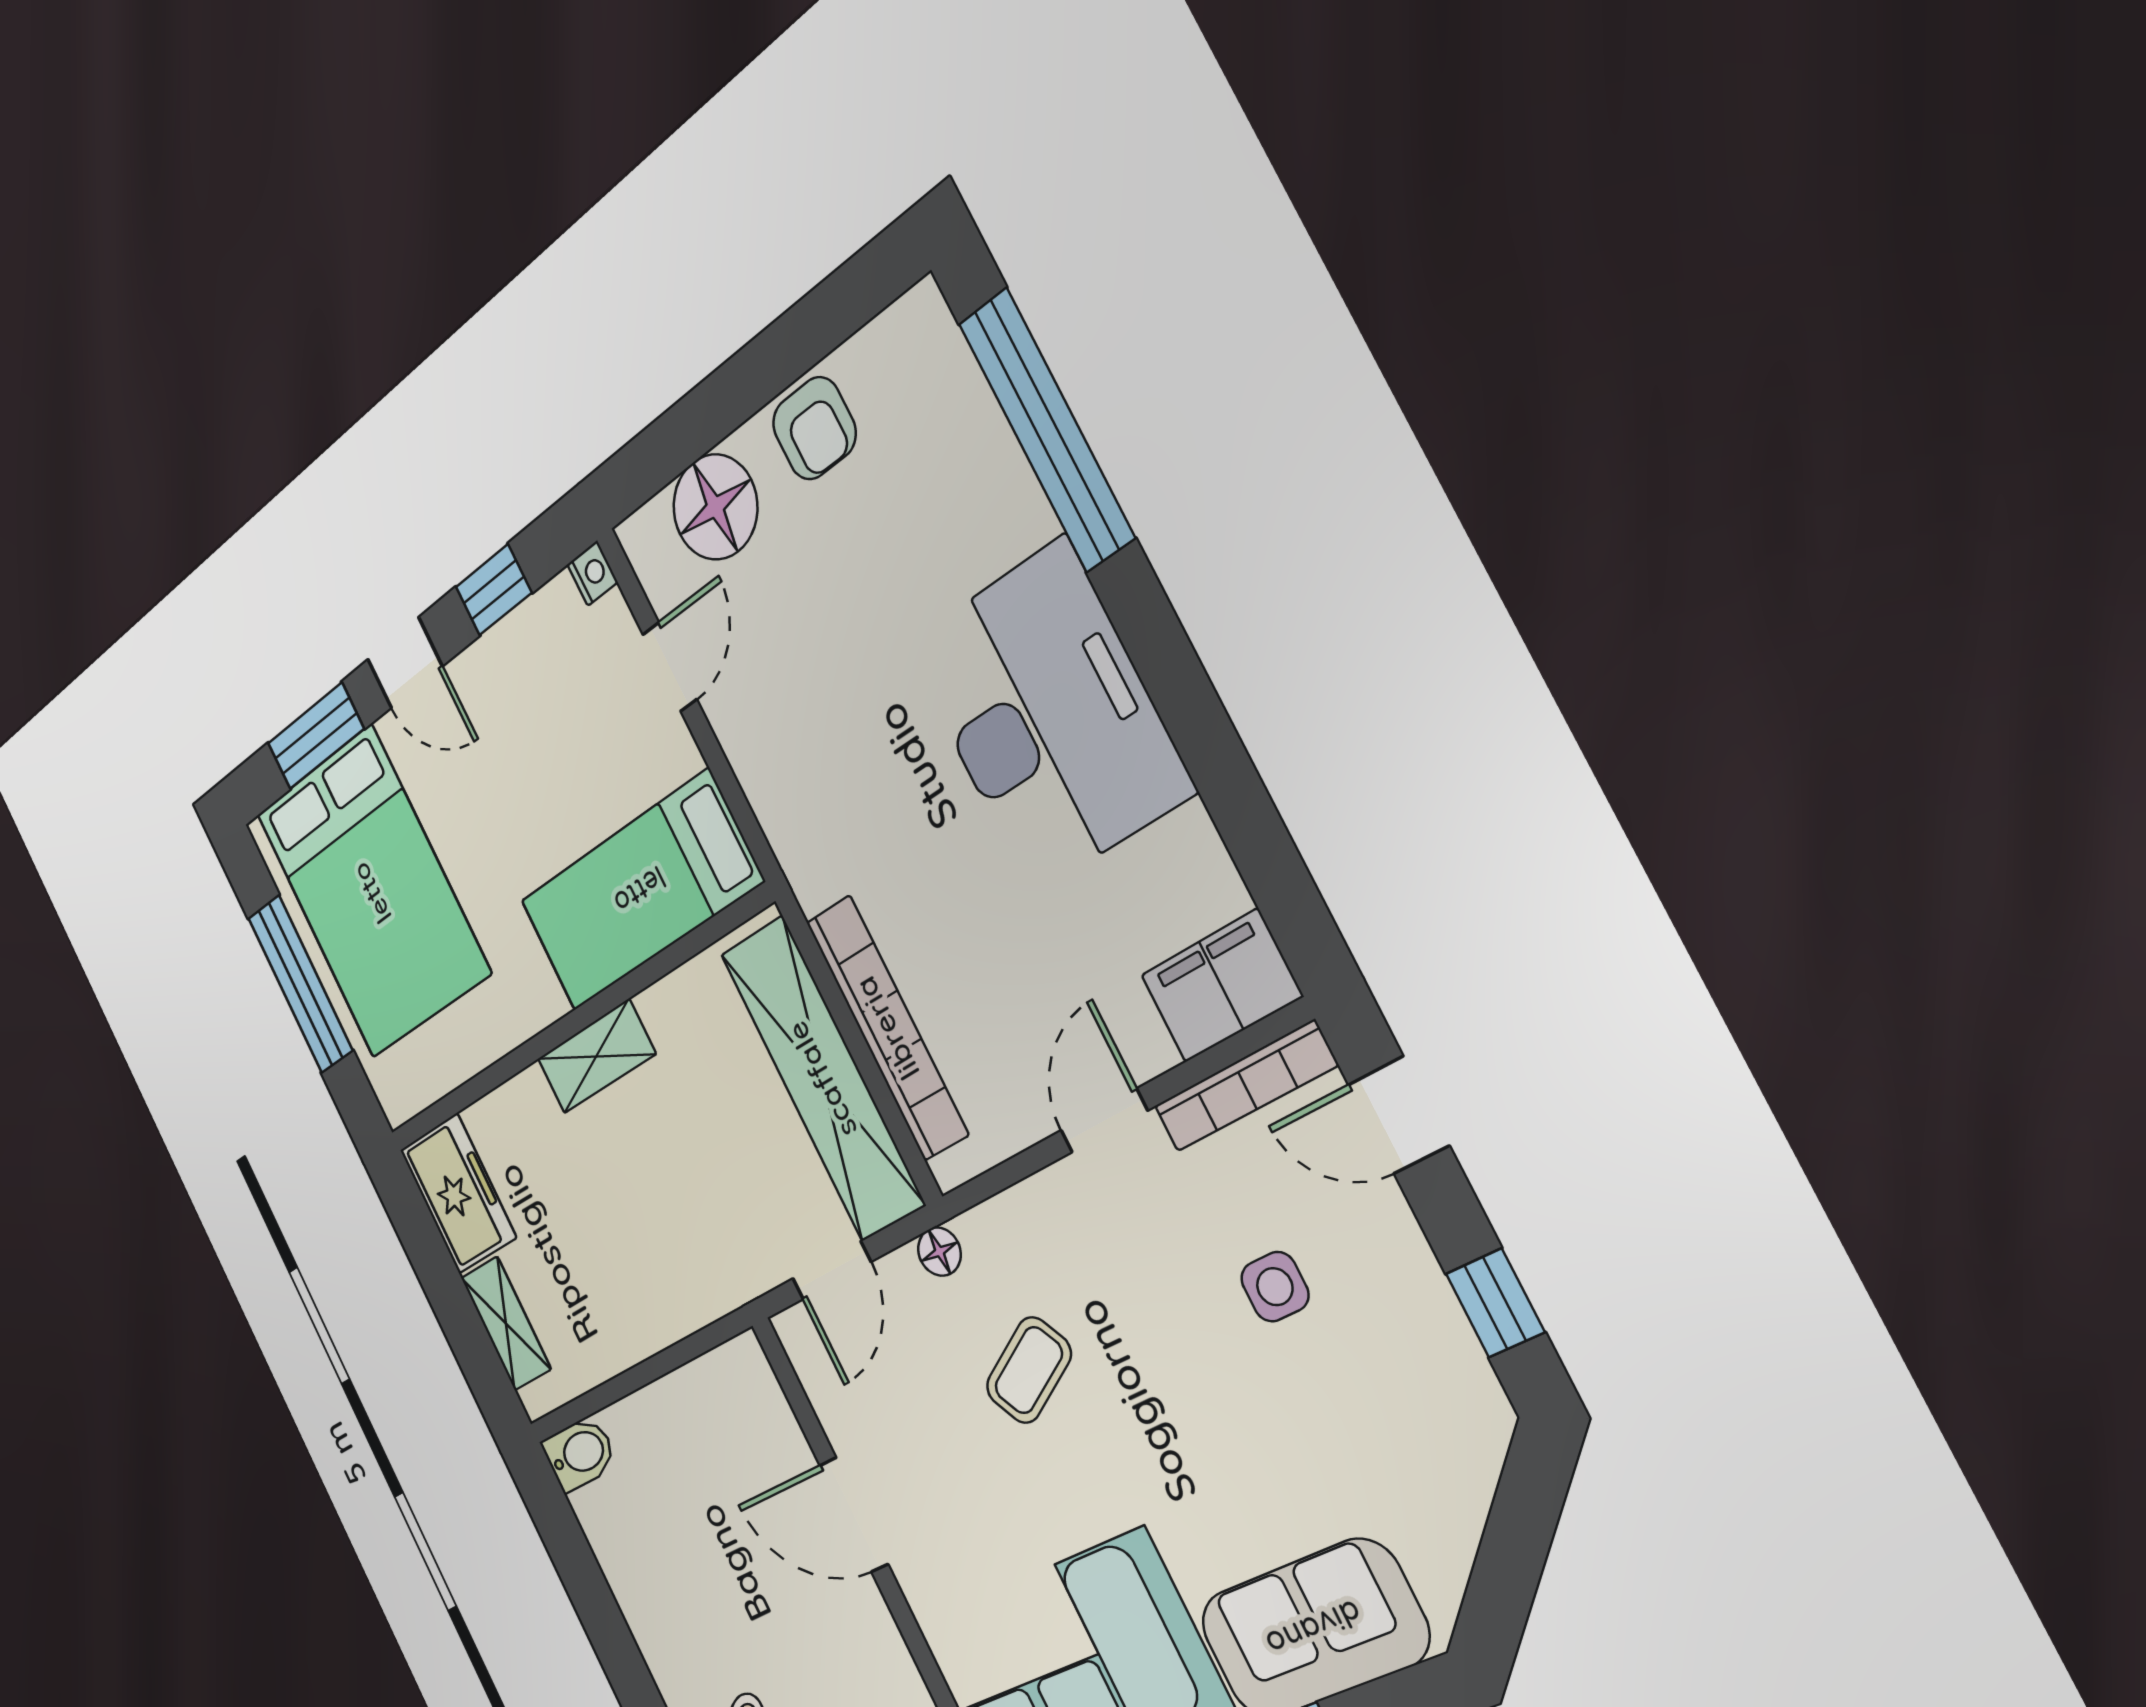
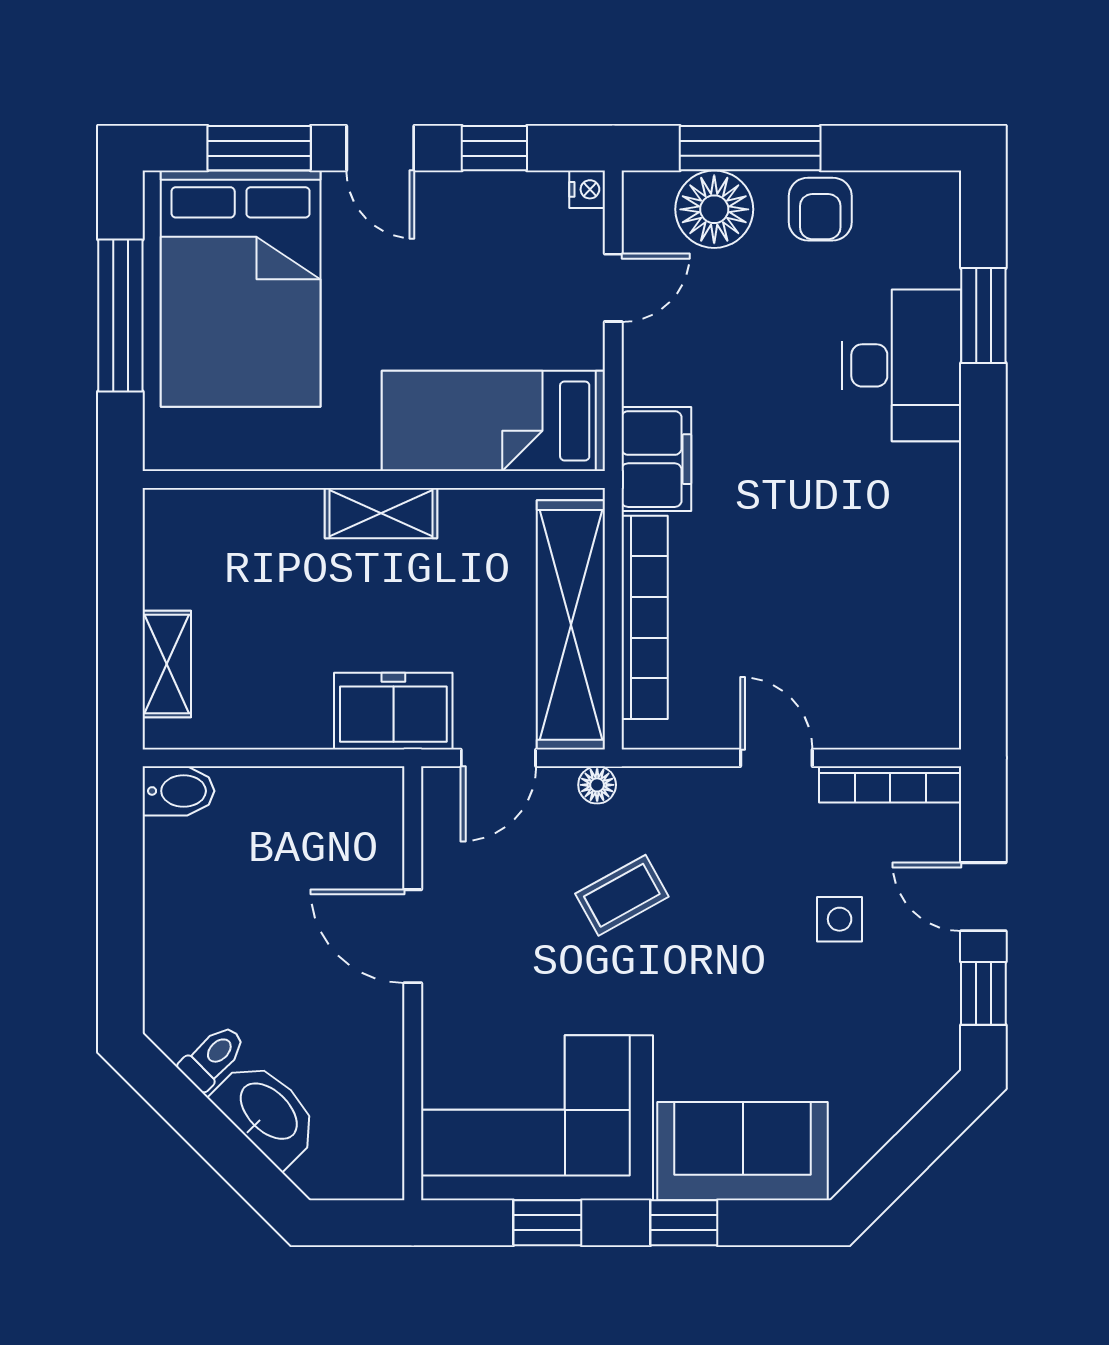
window: (713, 410) -> (750, 148), added
window: (1047, 430) -> (983, 316), width x0.47
desk: (1048, 717) -> (901, 365), moved, width x0.73, depth x0.77
filing cabinet: (1221, 986) -> (656, 459), moved, turned 90
door: (1399, 1115) -> (983, 897), moved
door: (1104, 1121) -> (776, 758), hinge flipped
freezer: (458, 1193) -> (393, 711), moved, turned -90

